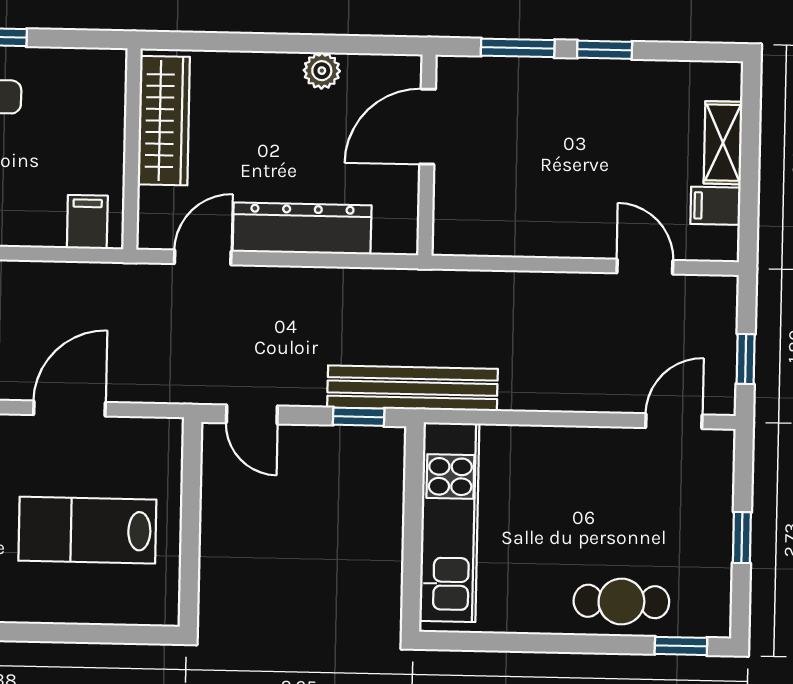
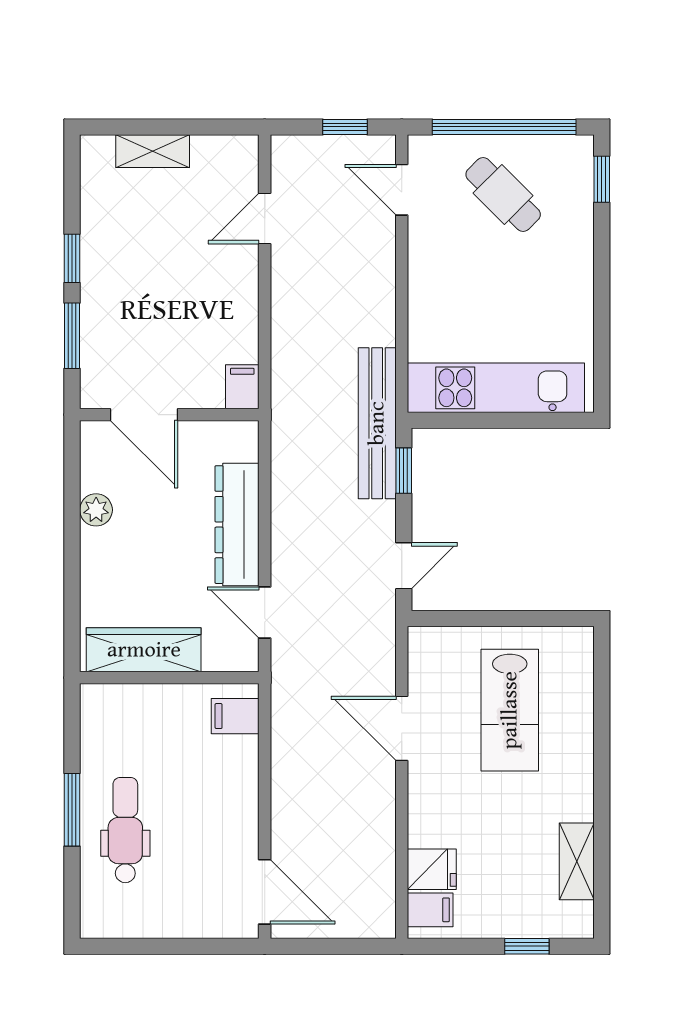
filing cabinet: (715, 206) -> (242, 387), moved, turned 180
window: (742, 538) -> (504, 127), width x3.17
cafe table: (621, 601) -> (503, 194), moved, turned -45

